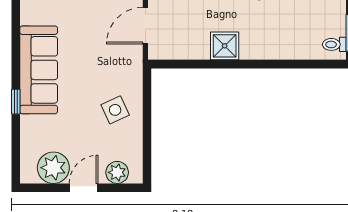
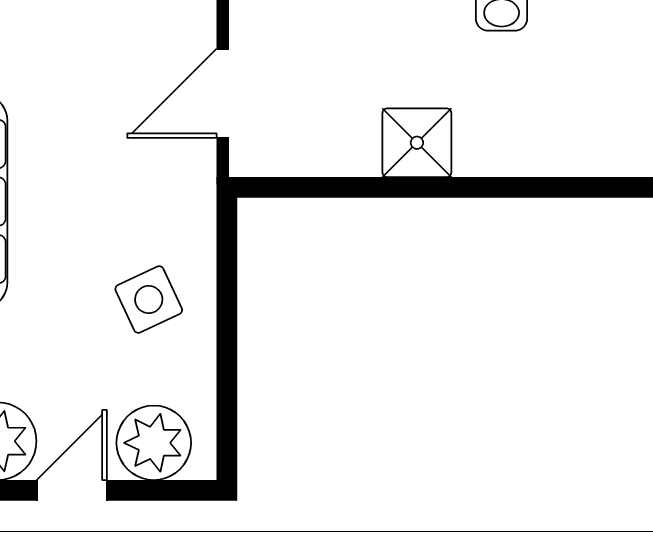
plant: (117, 172) -> (154, 443), width x1.36, depth x1.36

